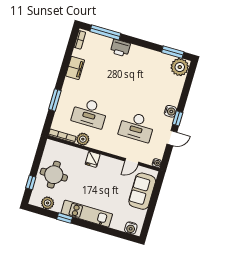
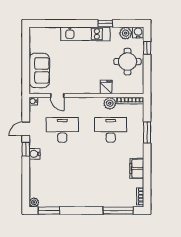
printer: (120, 48) -> (100, 200), removed
plant: (180, 67) -> (34, 202), width x0.53, depth x0.53
fridge: (93, 159) -> (106, 87), moved
door: (132, 162) -> (57, 95), swing flipped
water cooler: (131, 228) -> (138, 32), moved

